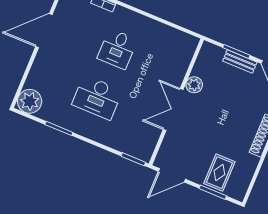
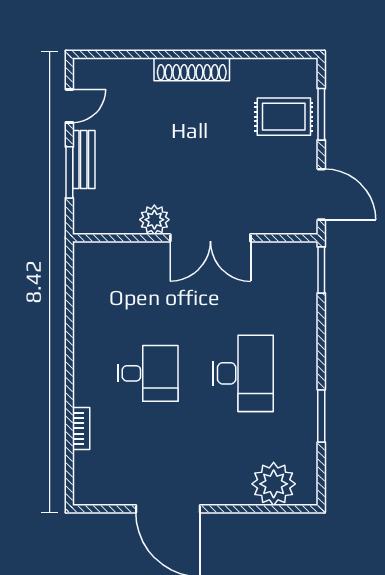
plant: (30, 101) -> (274, 484), moved

